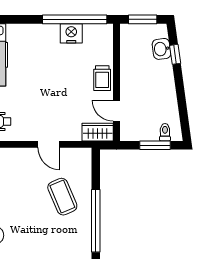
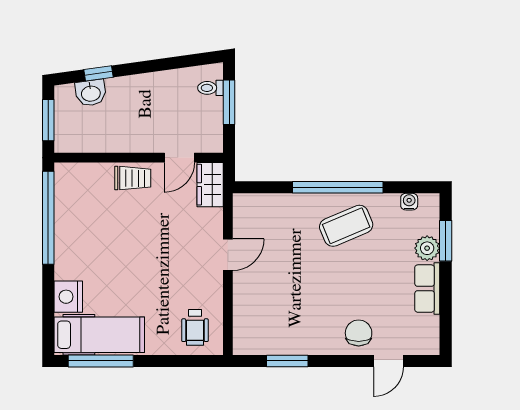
nightstand: (71, 33) -> (68, 297), moved
coffee table: (62, 197) -> (346, 226), moved

